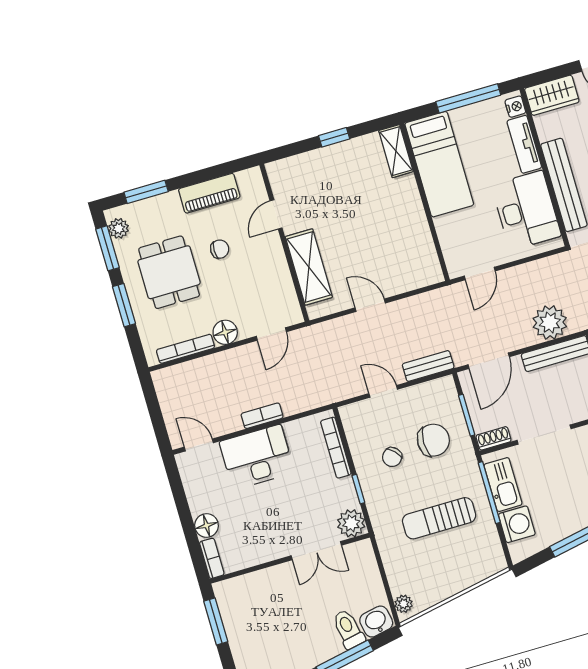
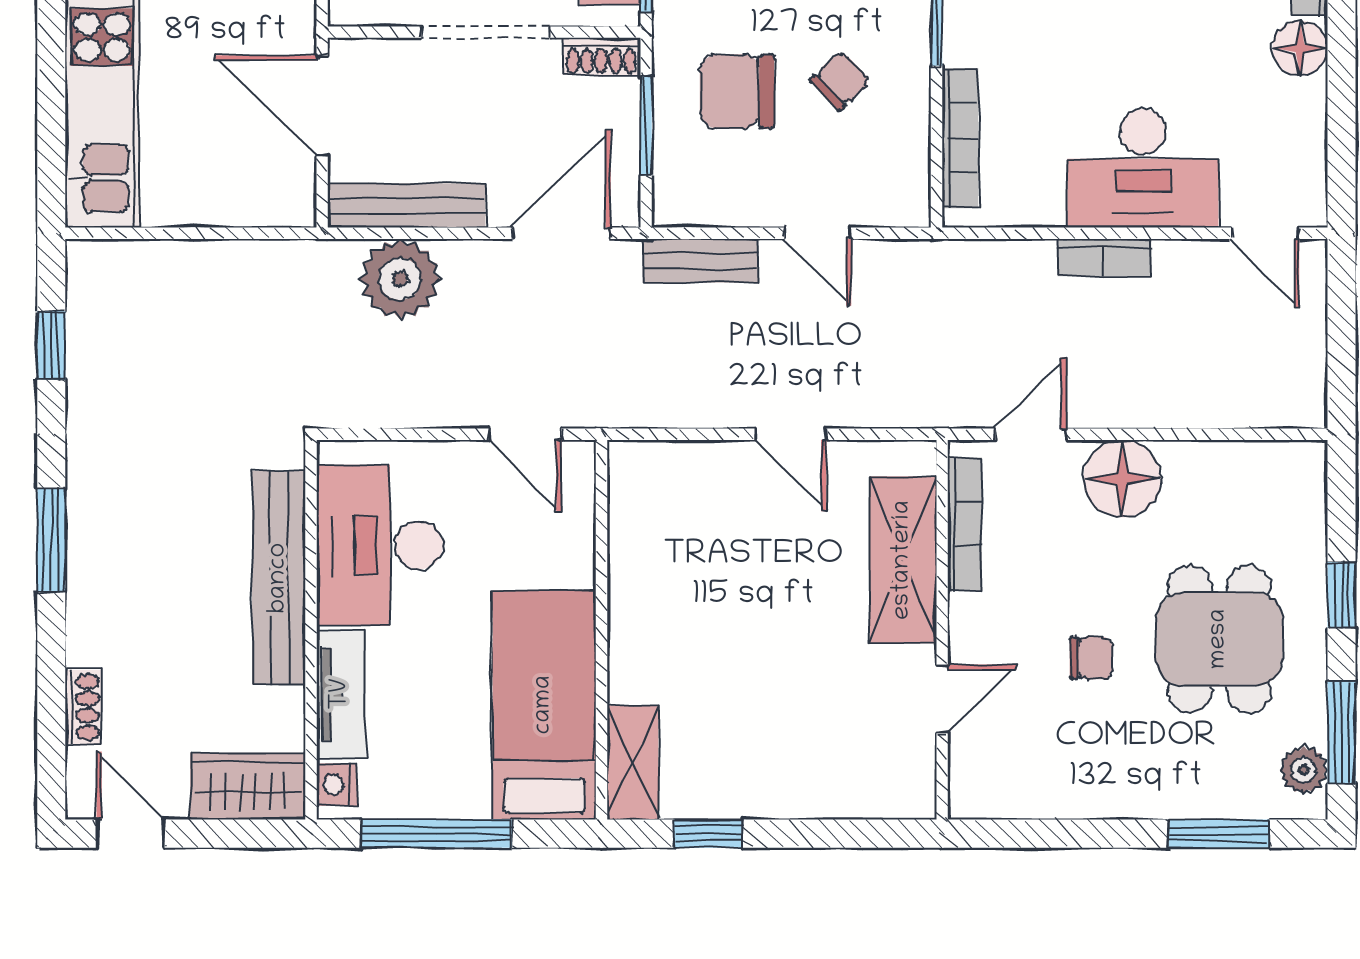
window: (334, 137) -> (708, 834), moved
piano: (209, 193) -> (1078, 790), removed
chair: (220, 249) -> (1091, 658), turned 180
door: (480, 273) -> (525, 434), swing flipped
window: (124, 305) -> (1342, 595), width x0.67
floor lamp: (225, 332) -> (1122, 479), width x1.38, depth x1.38
bookcase: (185, 349) -> (965, 524), moved, turned -90

